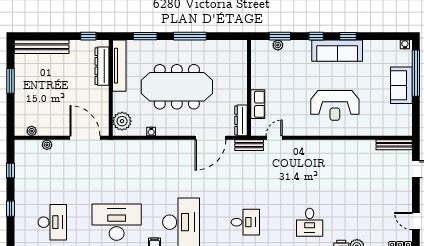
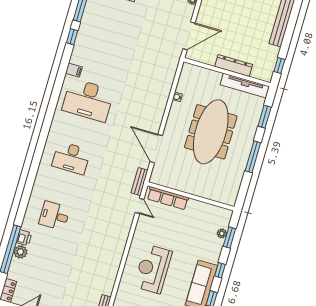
dresser: (102, 66) -> (234, 66), moved
row of seats: (258, 104) -> (168, 198), width x1.48
dresser: (241, 120) -> (164, 181), removed
plant: (122, 121) -> (194, 74), removed
desk: (117, 222) -> (105, 42), removed
desk: (245, 222) -> (71, 158), width x1.37

